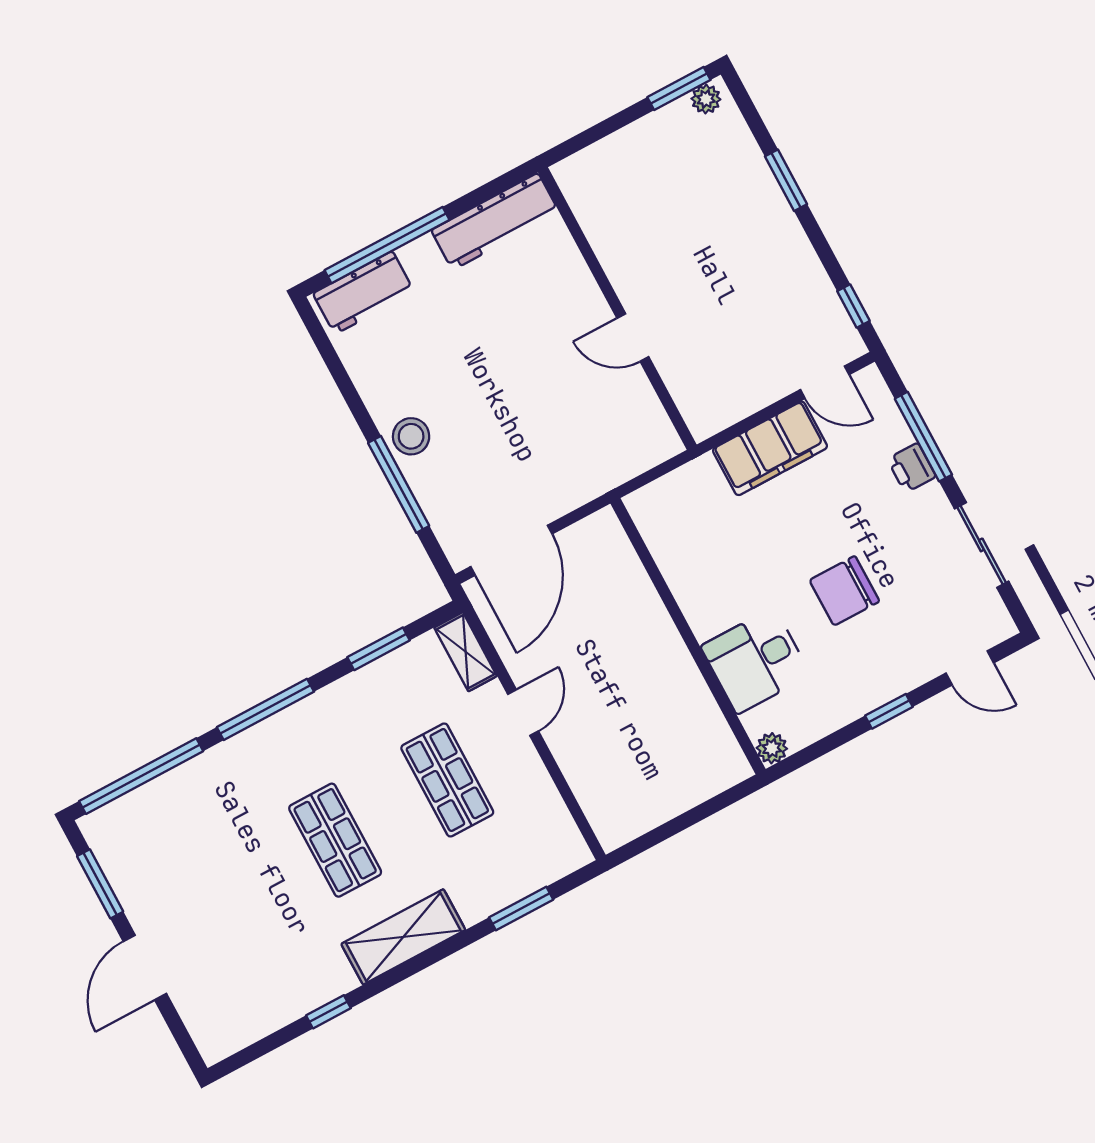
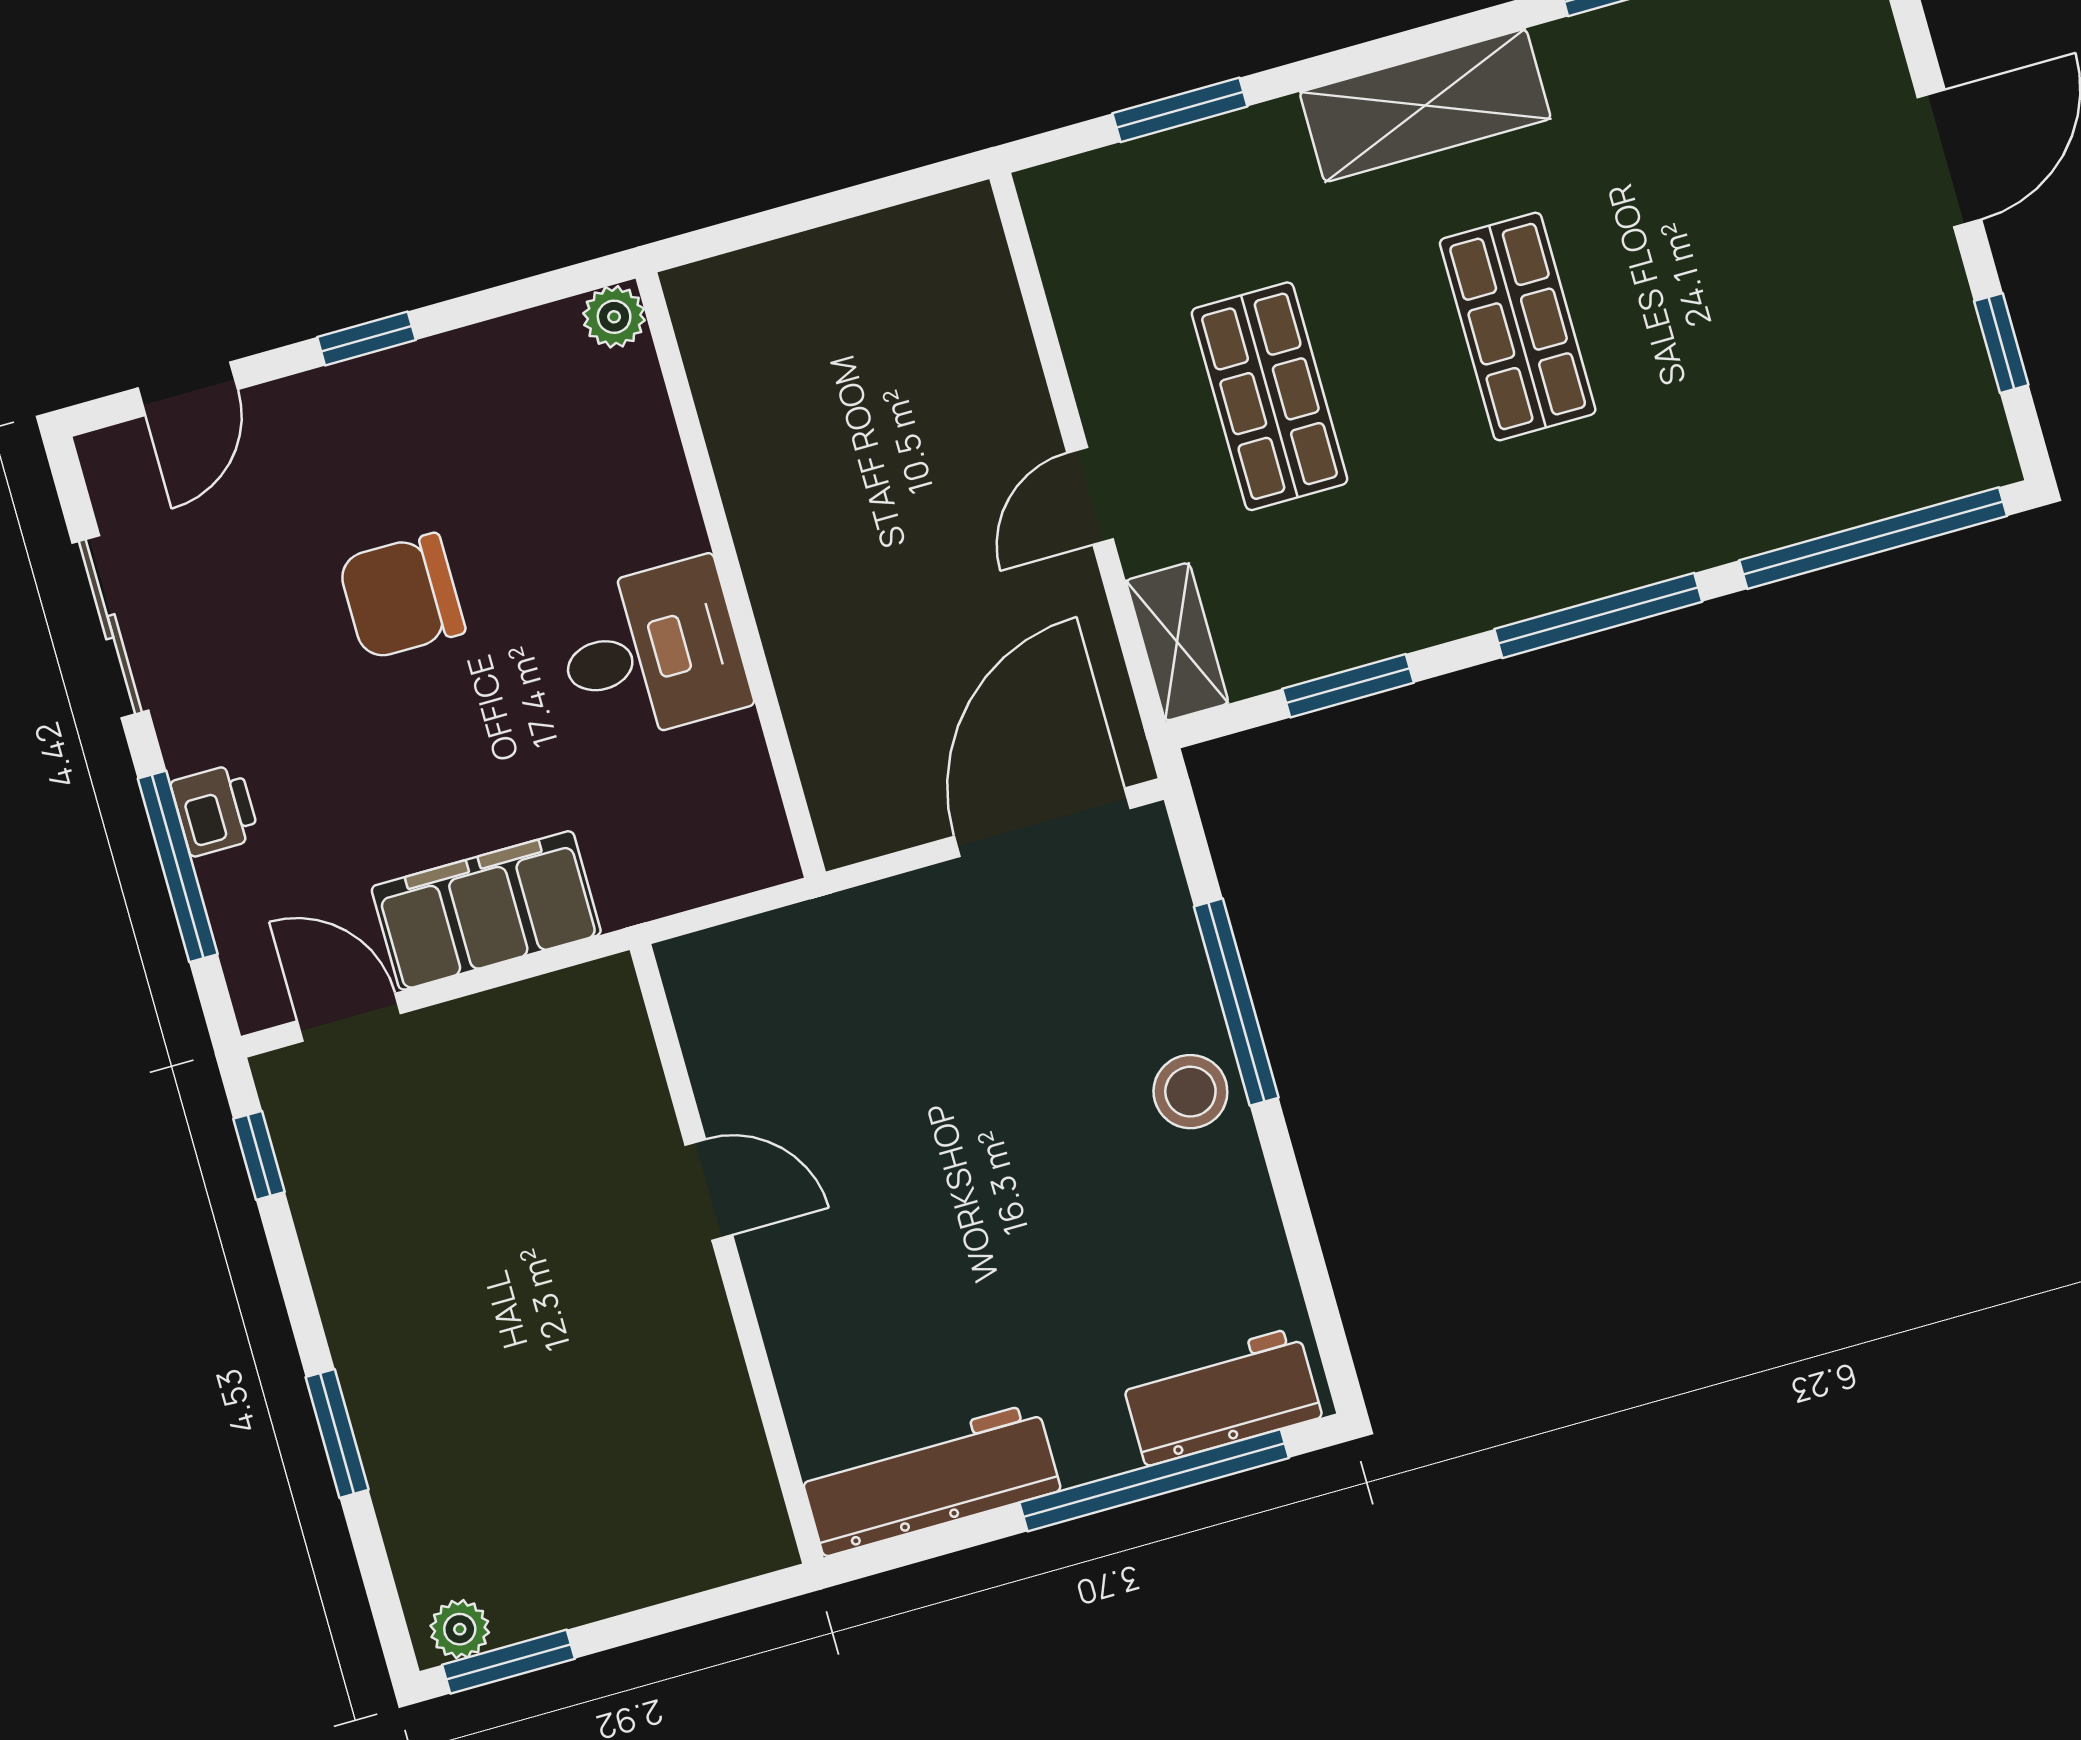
chair: (844, 591) -> (402, 596), turned 180
desk: (756, 661) -> (651, 651), moved
door: (970, 668) -> (188, 389), swing flipped
window: (100, 884) -> (2001, 343), width x0.67

